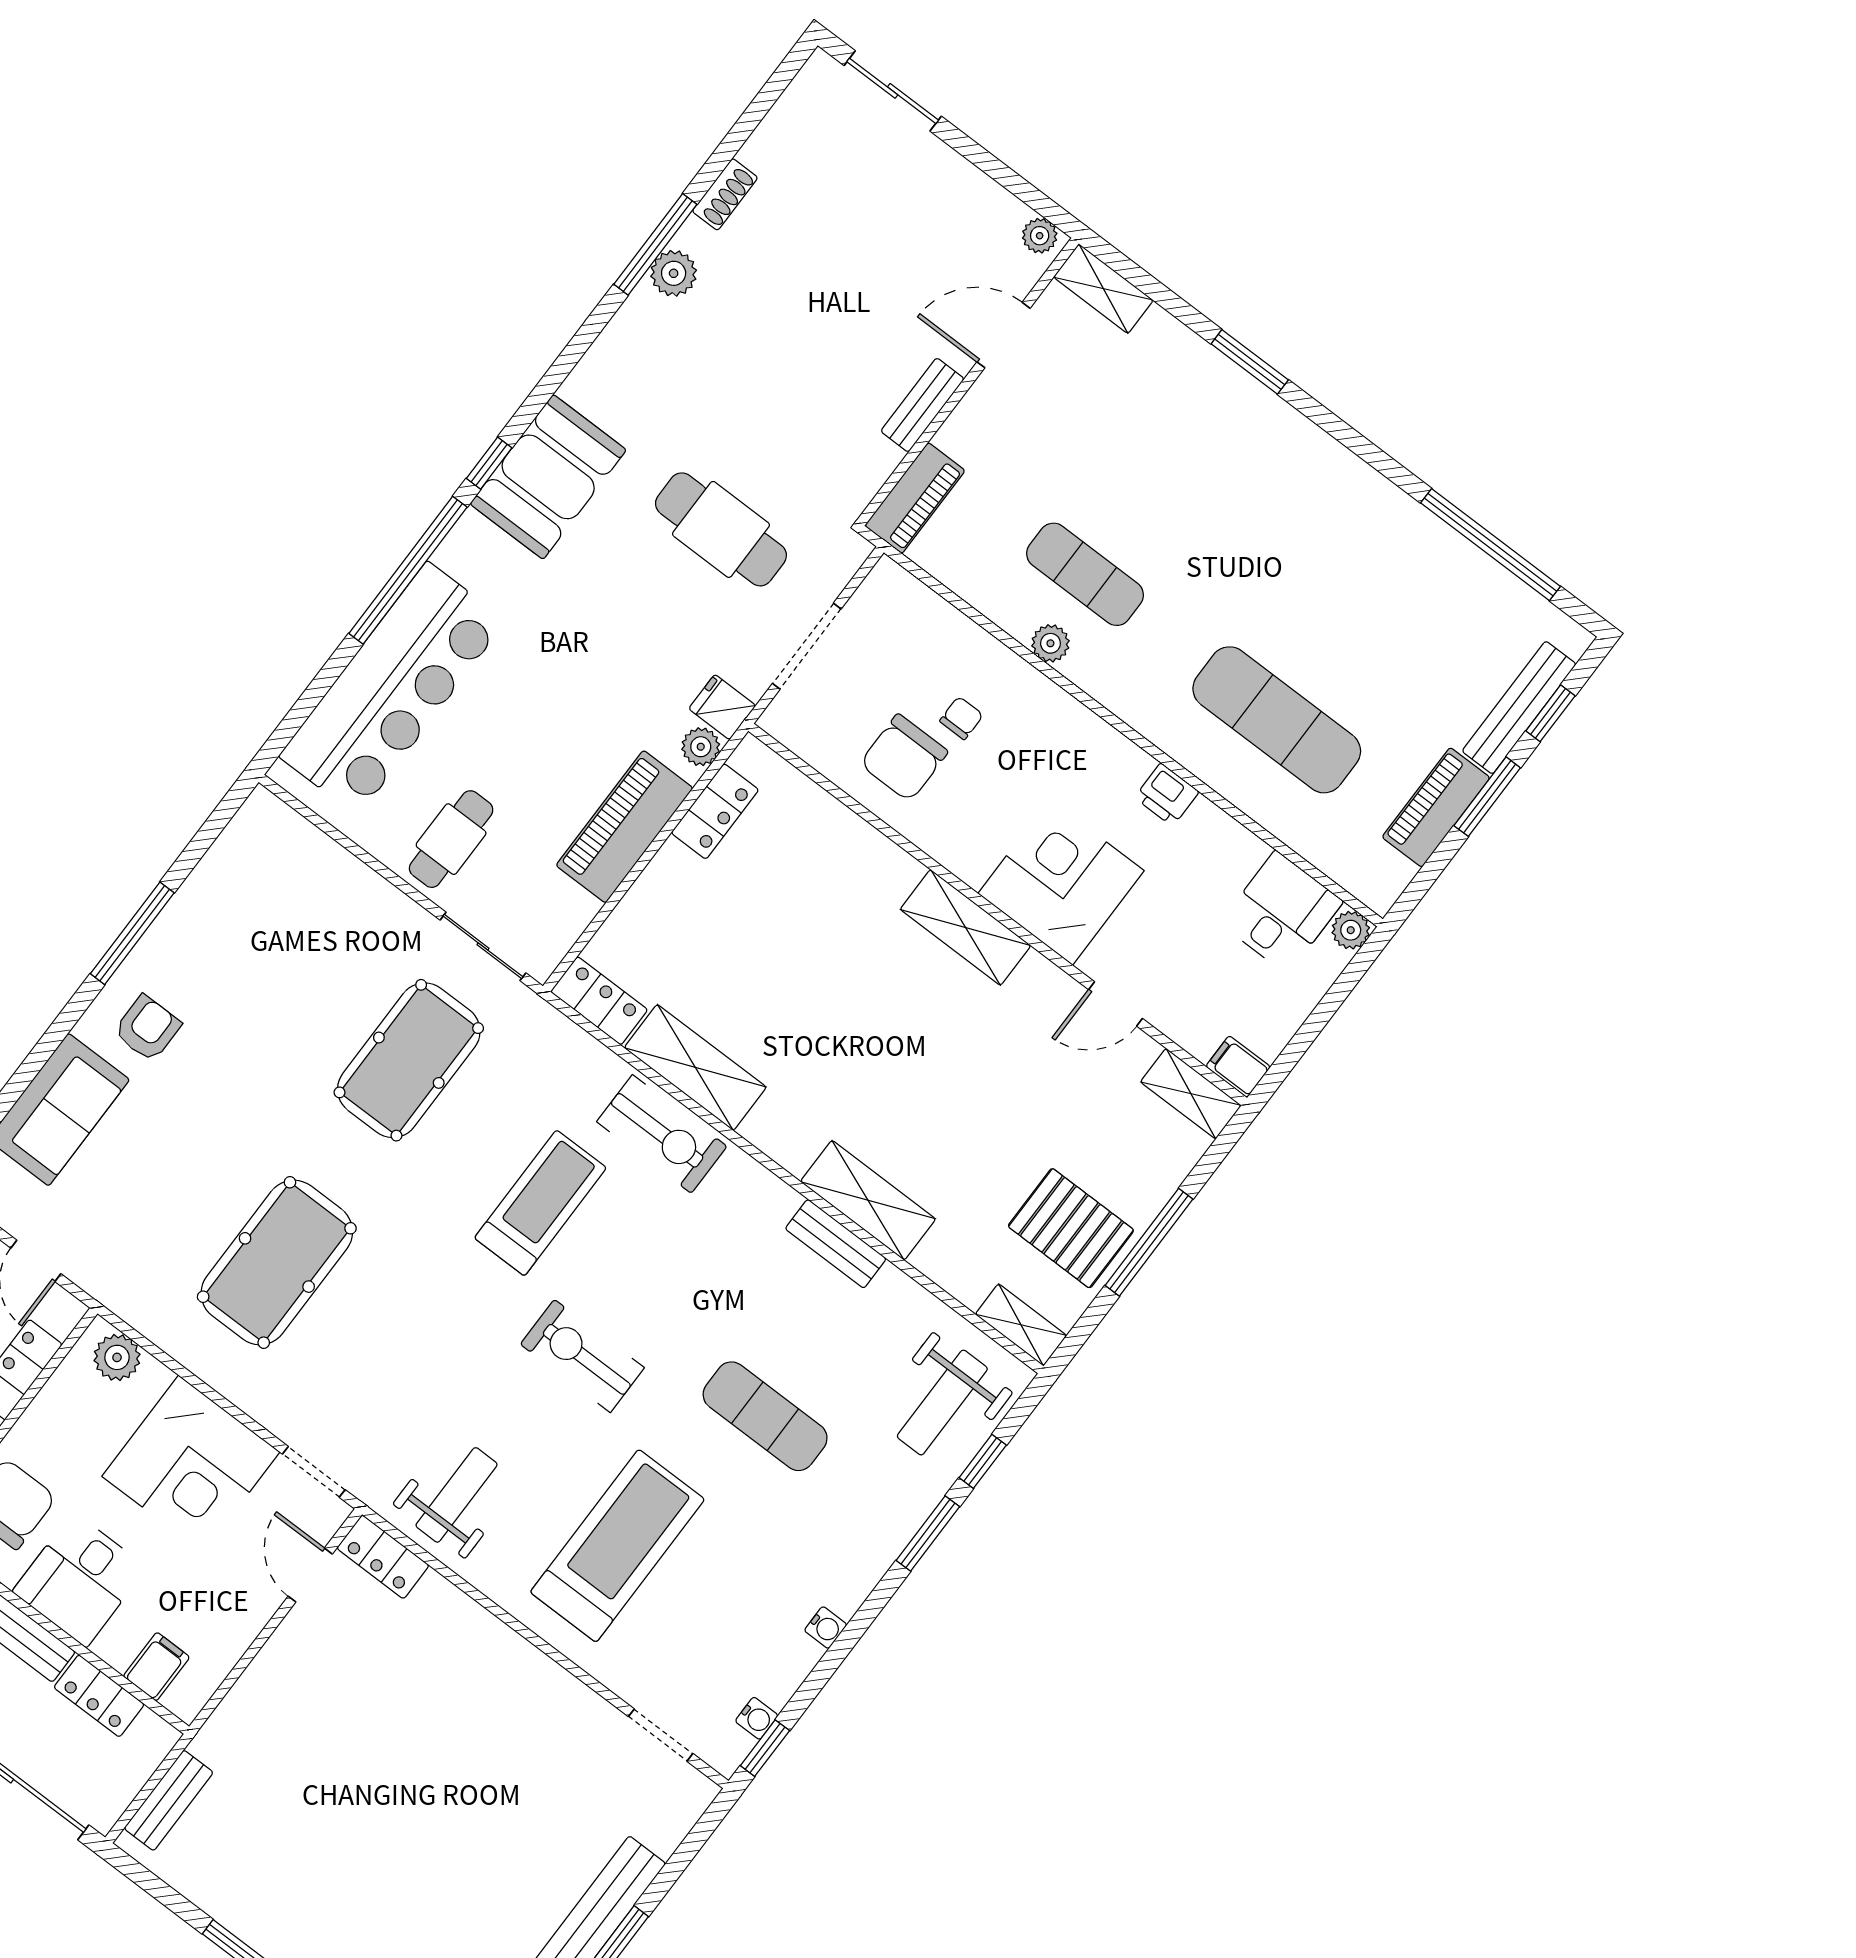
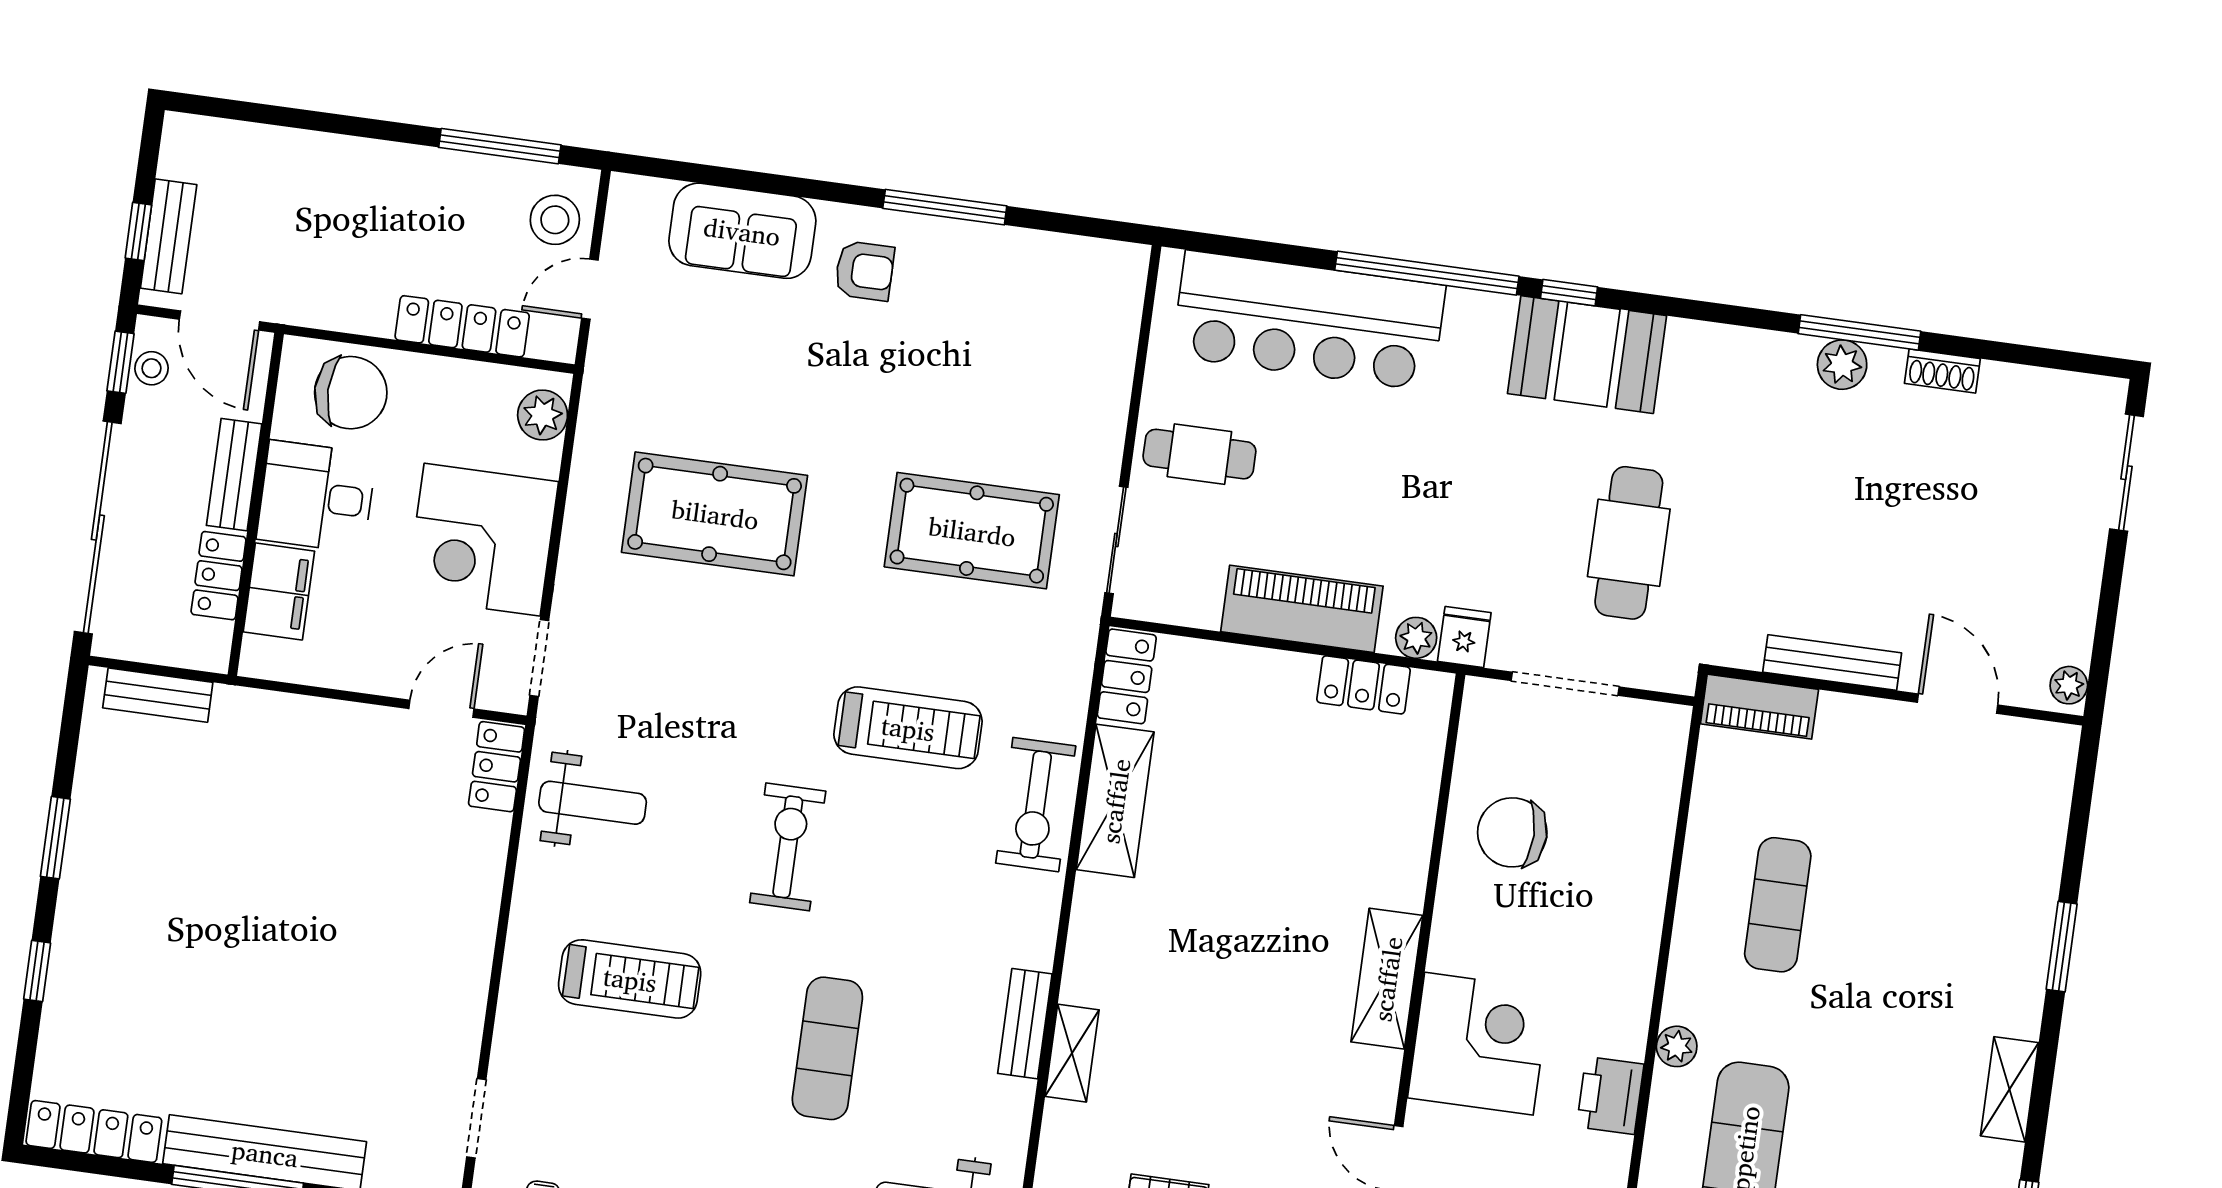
shelving: (1103, 289) -> (2010, 1089), moved
bench: (922, 405) -> (1832, 663), width x1.36
plant: (1050, 643) -> (1677, 1046), moved
chair: (961, 718) -> (1579, 865), removed
printer: (1167, 795) -> (1610, 1095), width x1.36, depth x1.24
shelving: (868, 1200) -> (1072, 1053), width x0.67, depth x0.75
treadmill: (617, 1546) -> (630, 979), width x0.73, depth x0.73
filing cabinet: (156, 1667) -> (279, 591), width x2.00

